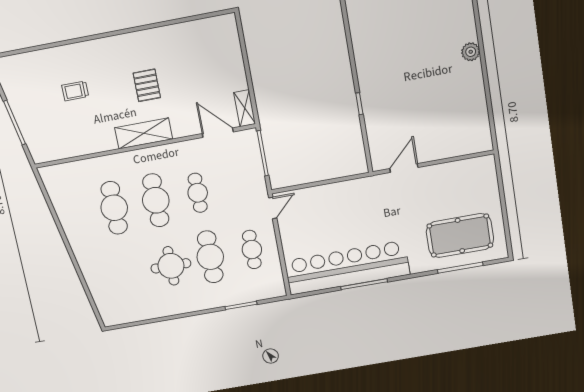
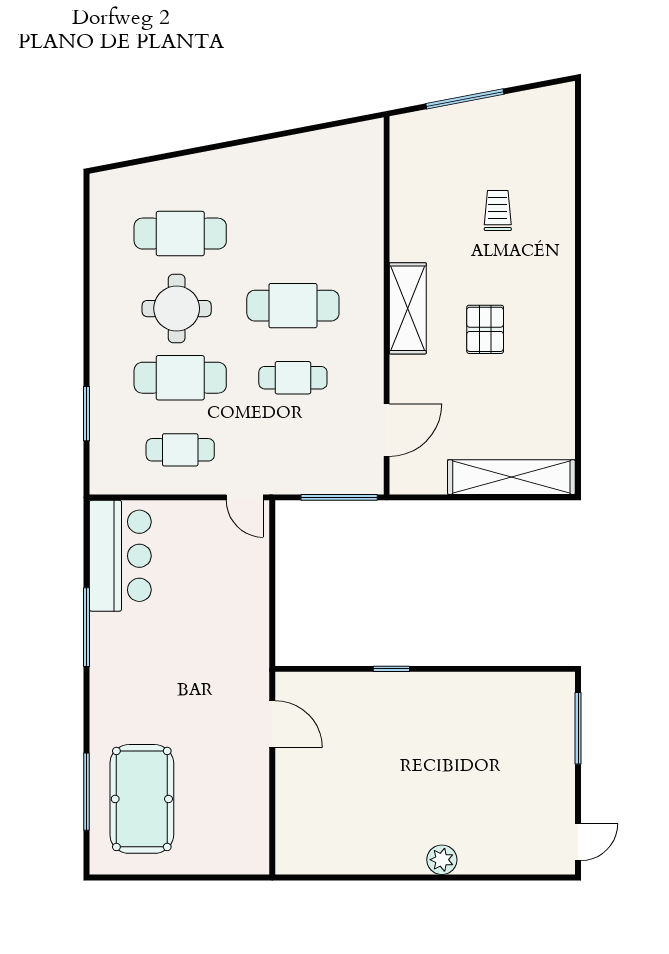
pallet: (147, 85) -> (485, 329), turned 90
shelving: (245, 108) -> (511, 477), moved, width x2.20, depth x1.33
cafe table: (114, 208) -> (180, 234), moved
bar counter: (347, 268) -> (120, 556), width x0.54

